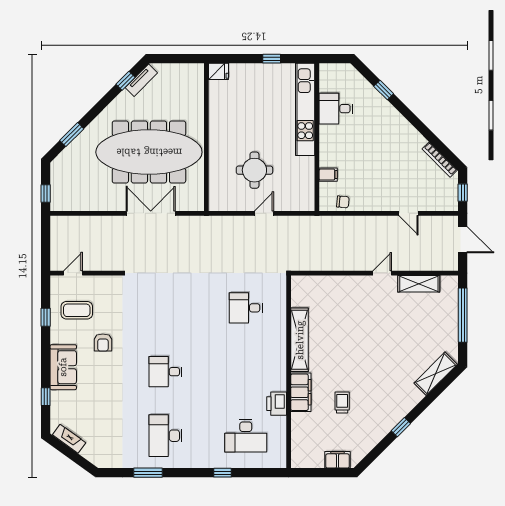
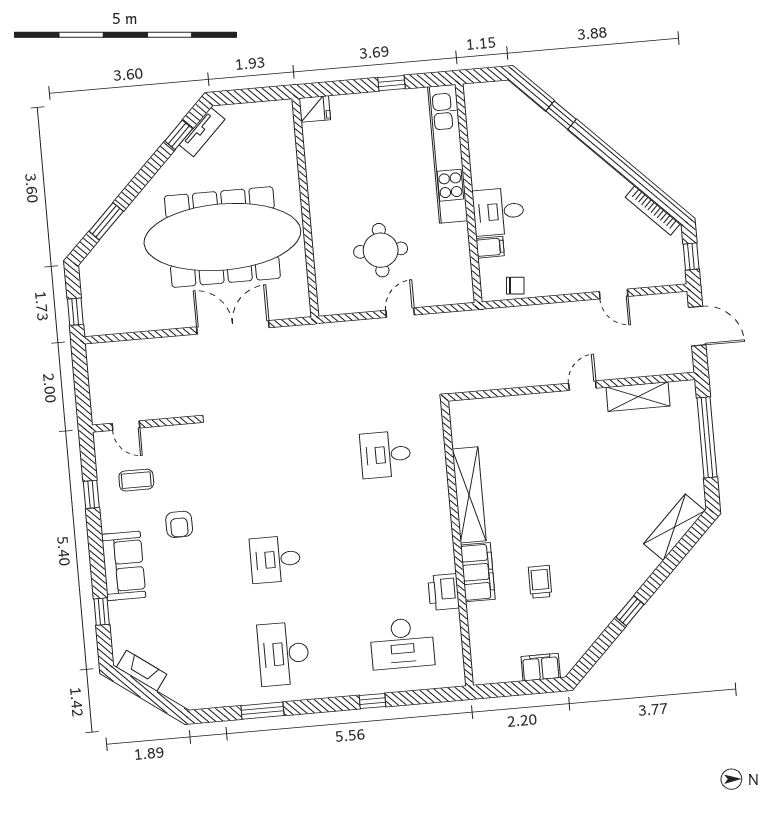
desk: (336, 109) -> (498, 212), moved
door: (73, 273) -> (126, 426), swing flipped
coffee table: (77, 310) -> (136, 480), width x0.73, depth x0.77

